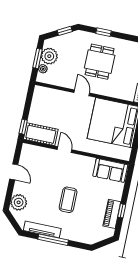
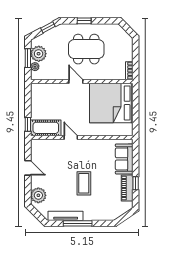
dining table: (100, 62) -> (86, 49), width x1.38
sofa: (110, 170) -> (124, 159), moved, turned 90

